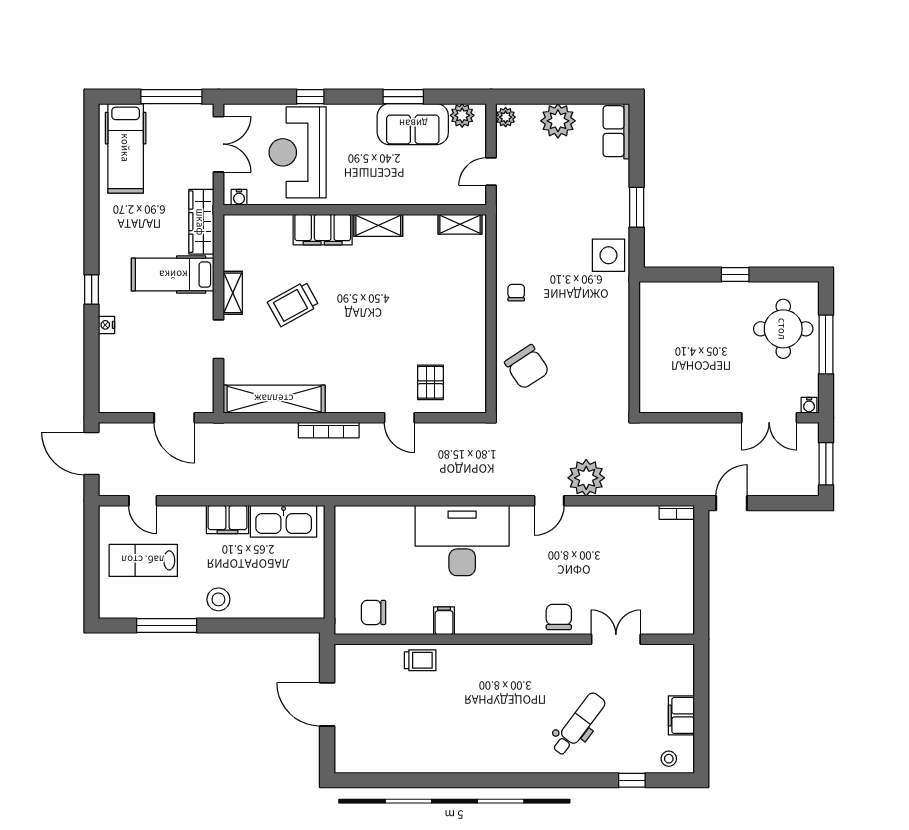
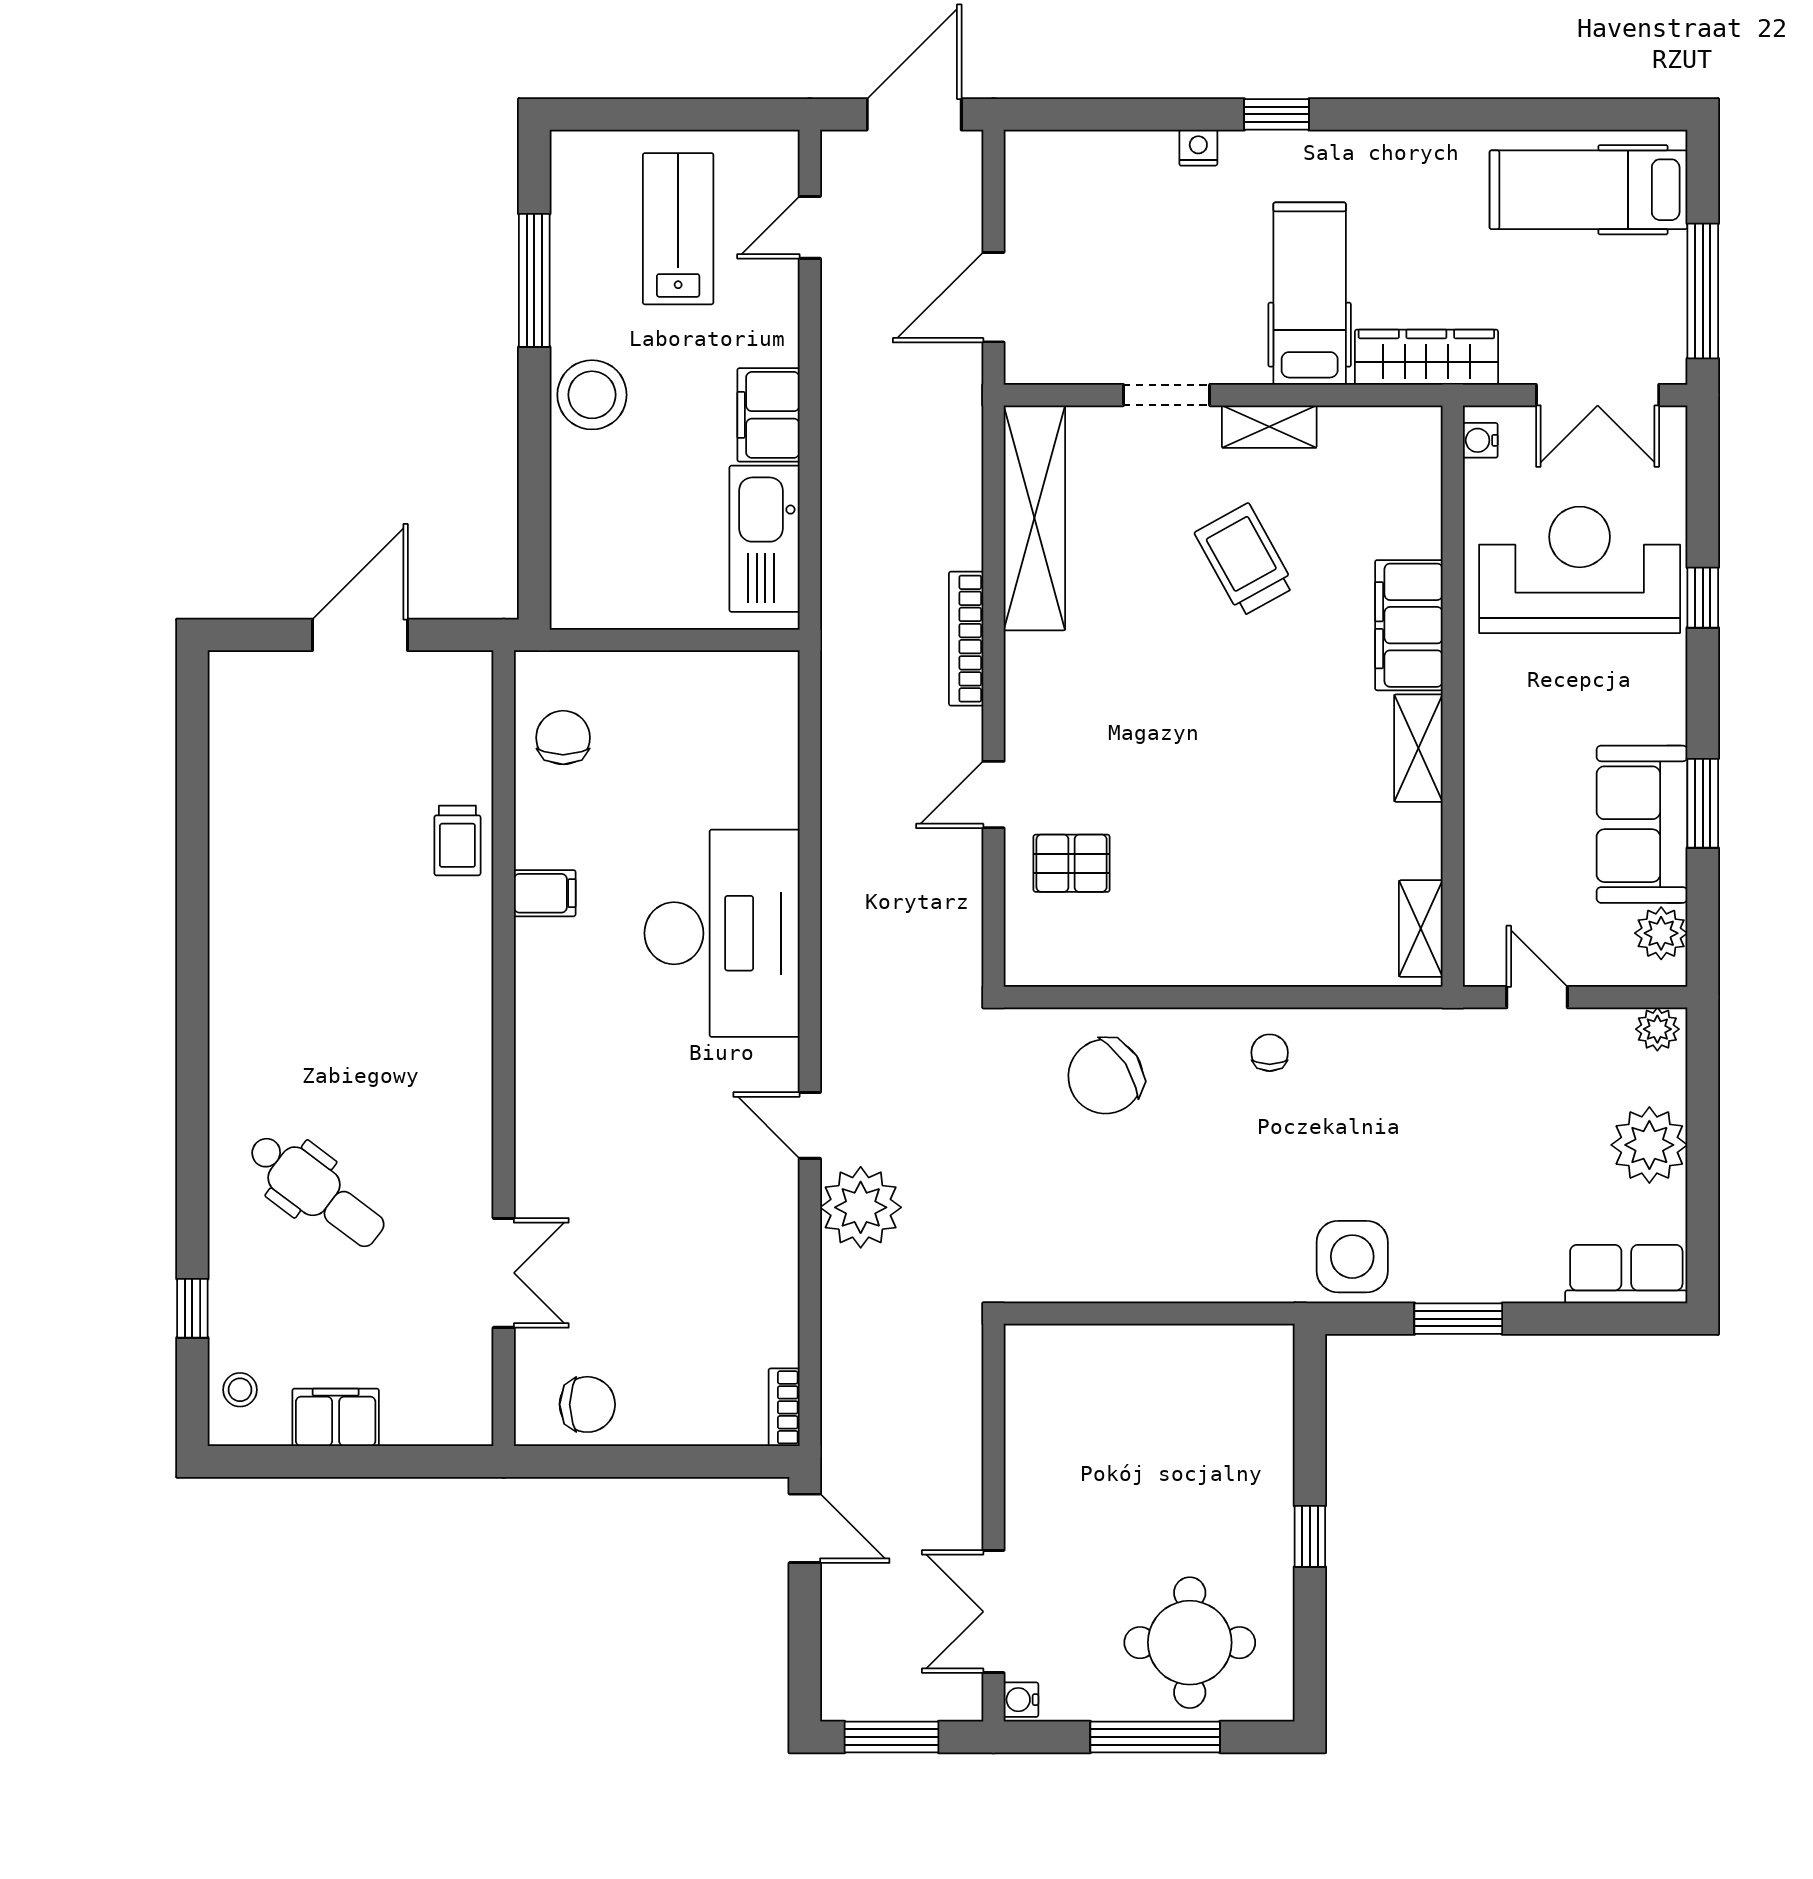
chair: (516, 293) -> (1270, 1053), turned -90
stool: (218, 599) -> (592, 395), width x1.38, depth x1.38
chair: (559, 617) -> (587, 1404), moved

